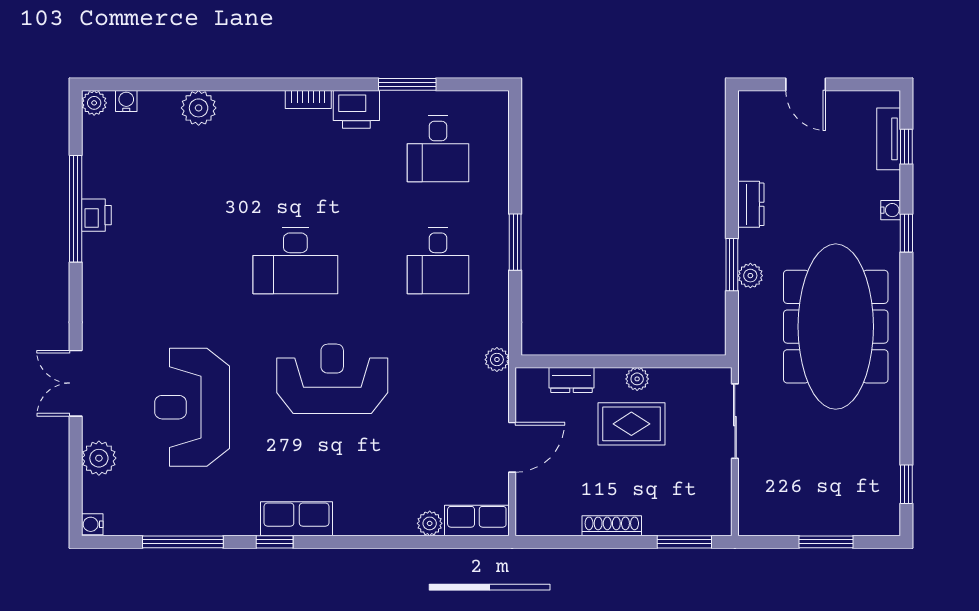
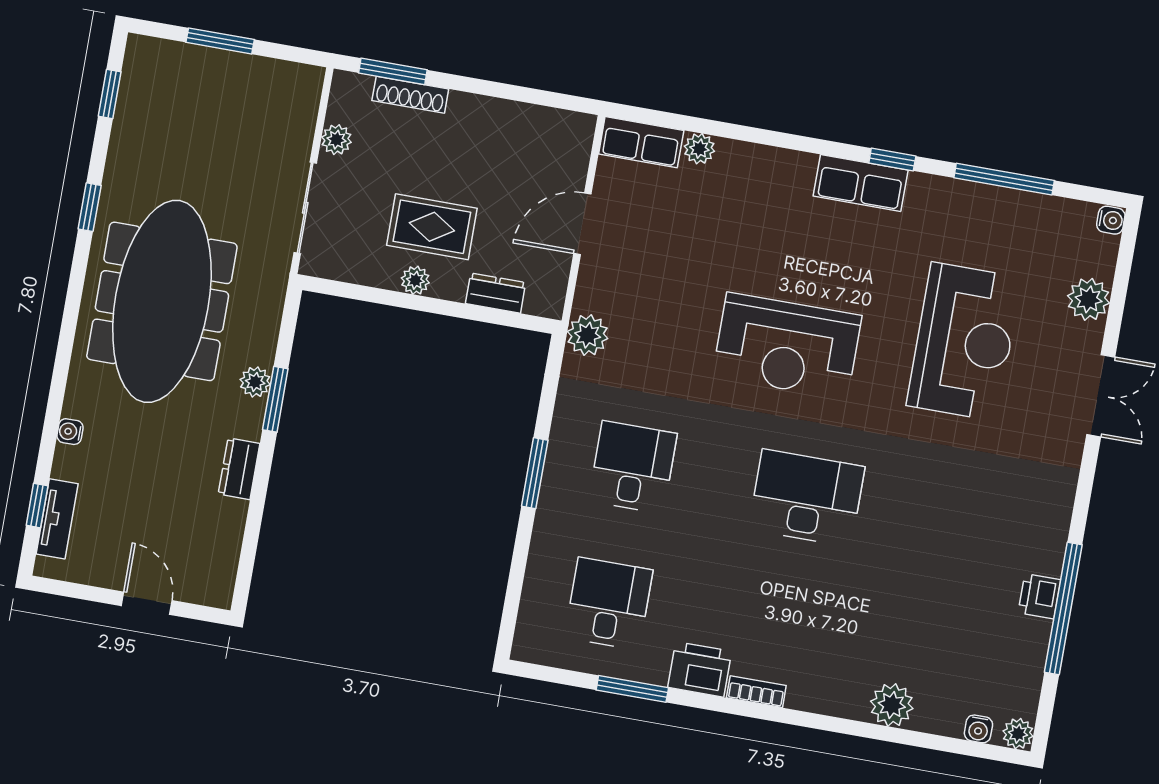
window: (906, 233) -> (90, 207), moved
plant: (497, 360) -> (588, 335), width x1.38, depth x1.38
plant: (720, 480) -> (336, 140), added
shoe rack: (612, 526) -> (410, 95), moved

